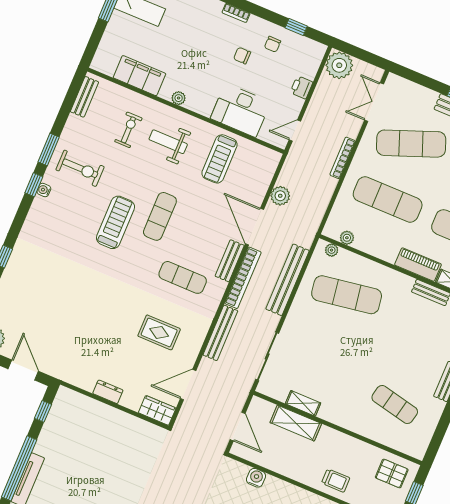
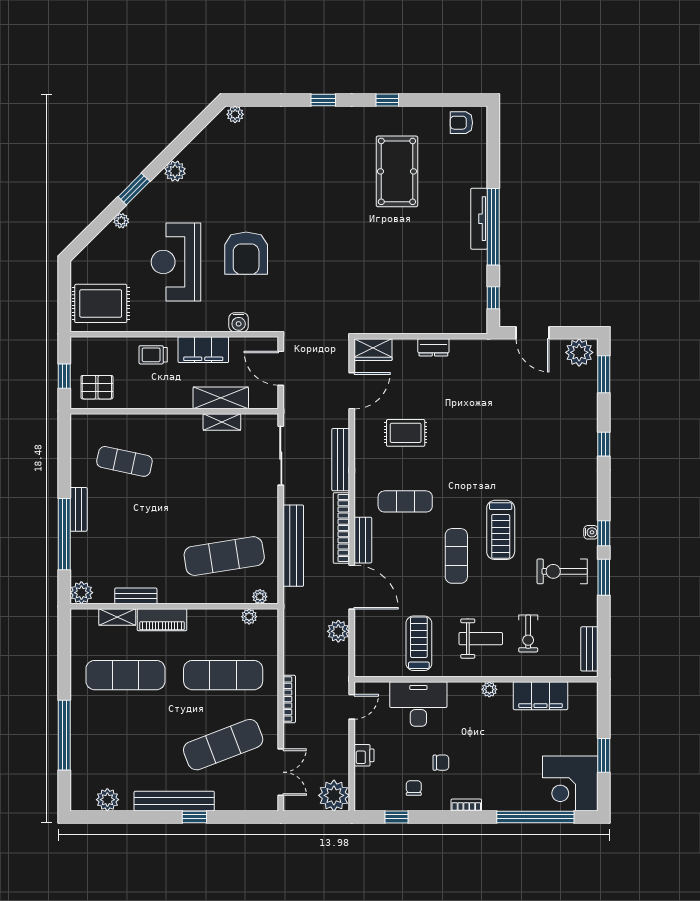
filing cabinet: (294, 468) -> (203, 350), added

